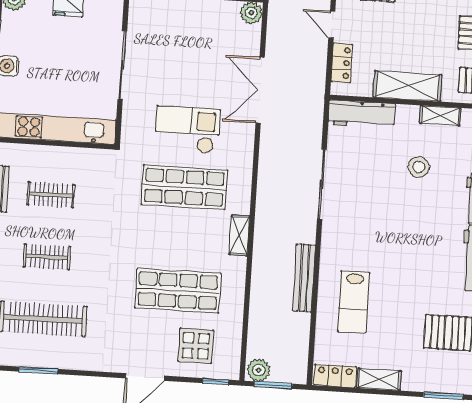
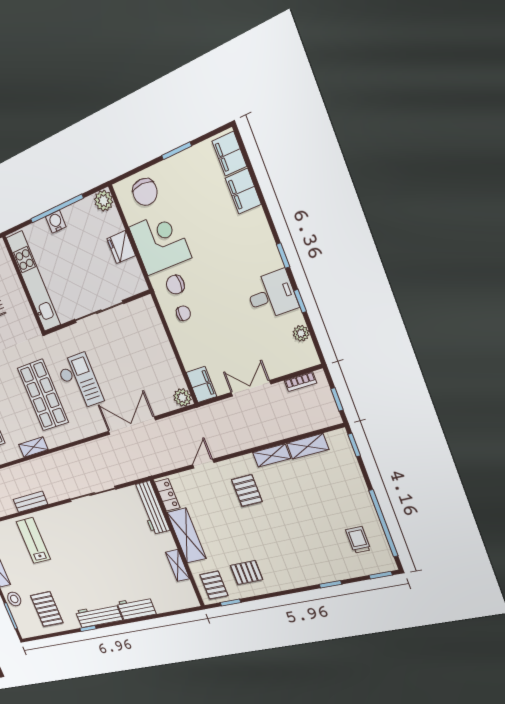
locker: (342, 63) -> (167, 495), moved, turned -90
stool: (419, 167) -> (14, 599), moved
bench: (304, 278) -> (30, 502), width x0.73
lab bench: (354, 302) -> (33, 540), turned 90

